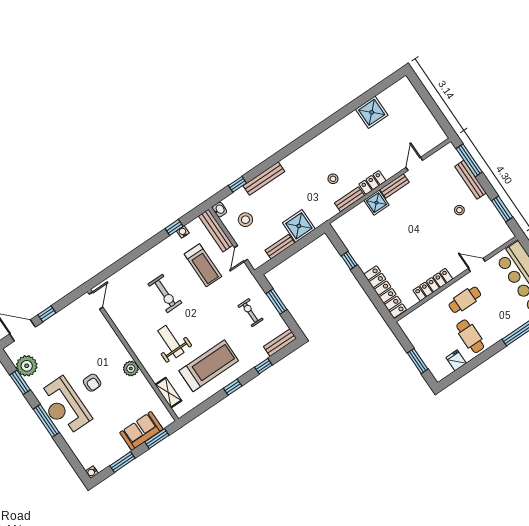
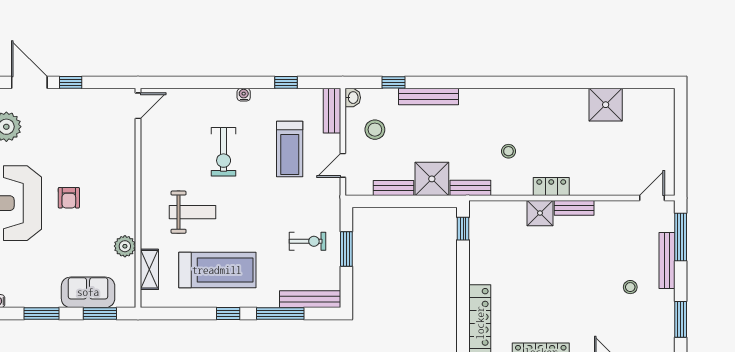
door: (414, 164) -> (652, 198), moved
bench: (349, 199) -> (470, 188), moved
bench: (216, 231) -> (332, 111), width x0.73
water cooler: (183, 232) -> (244, 95), moved
window: (349, 260) -> (463, 229), moved
exercise bike: (250, 313) -> (307, 241), turned 90
weight bench: (171, 342) -> (192, 212), turned 90
bench: (280, 343) -> (310, 299), width x1.36
window: (263, 366) -> (280, 314), width x2.17
plant: (131, 369) -> (125, 246), moved

